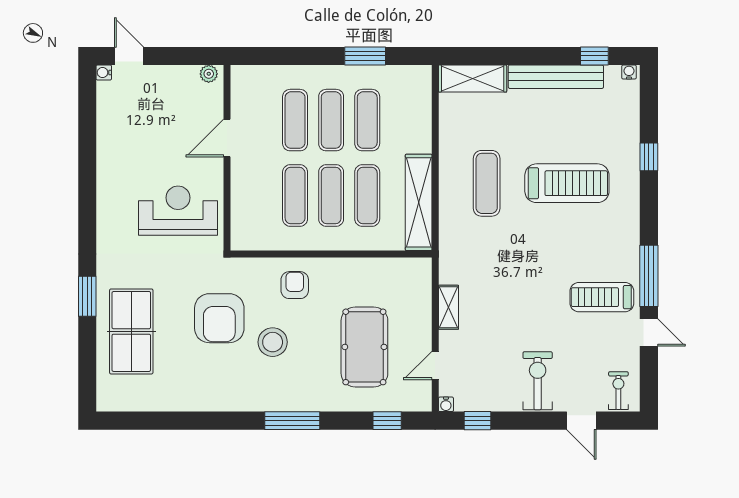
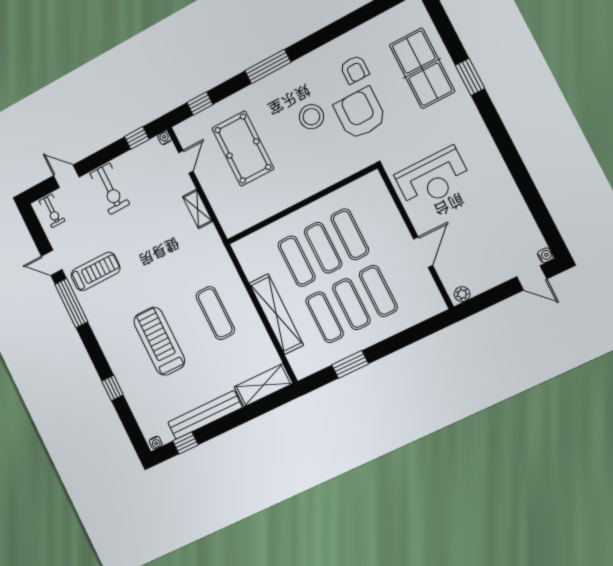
treadmill: (567, 183) -> (159, 341), turned 90
shelving: (419, 202) -> (276, 314), moved
armchair: (295, 285) -> (355, 70), moved

